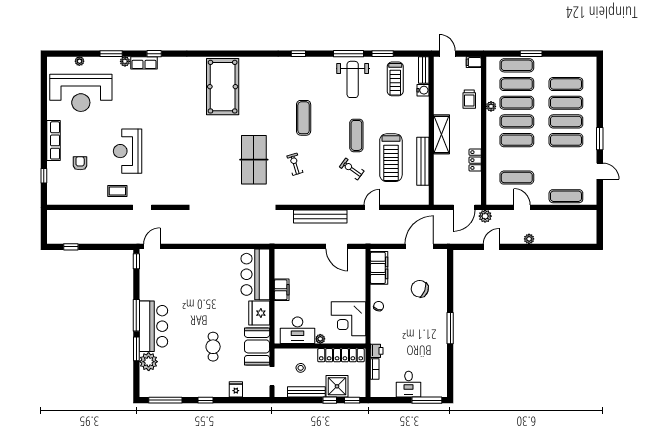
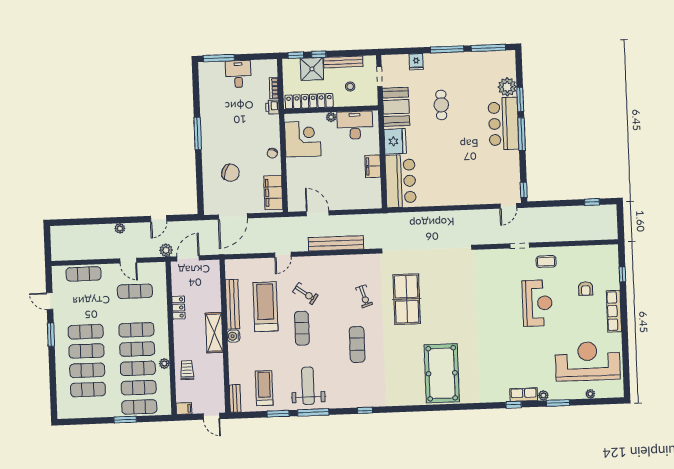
water cooler: (423, 90) -> (234, 336), moved
window: (205, 400) -> (447, 49), width x2.17

